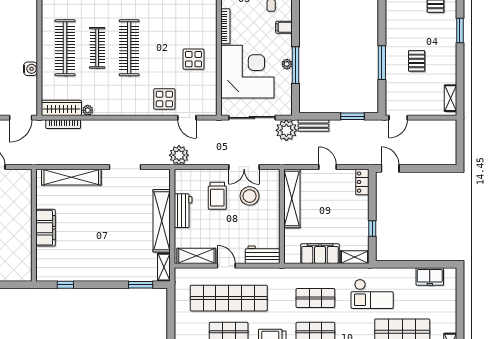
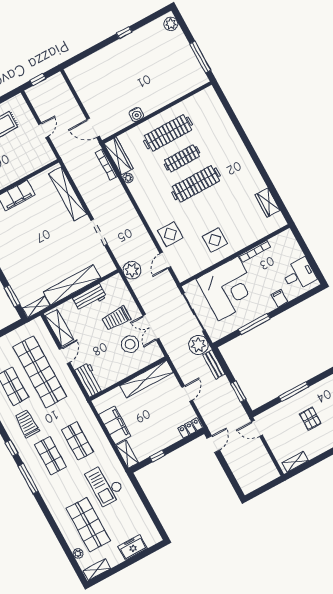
pallet: (417, 61) -> (310, 419), turned 90
plant: (287, 64) -> (251, 317), removed
freezer: (430, 277) -> (133, 547), moved, turned 90

